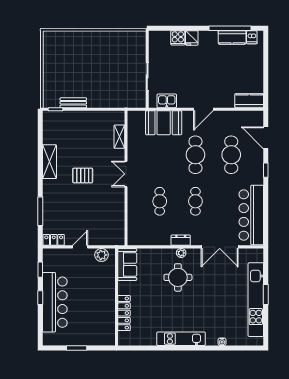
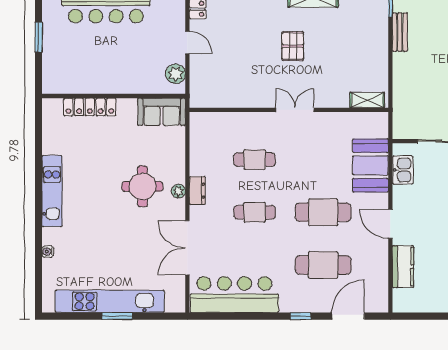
kitchen counter: (249, 101) -> (403, 267), moved
shelving: (119, 137) -> (367, 100), moved

